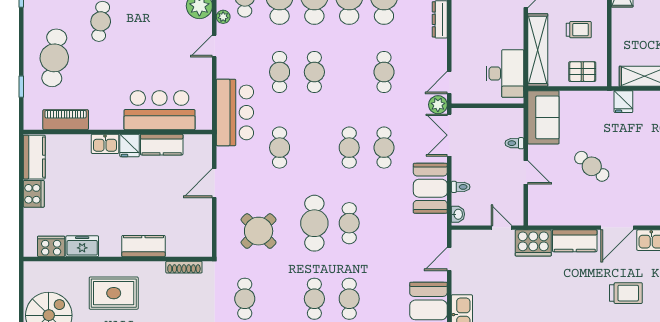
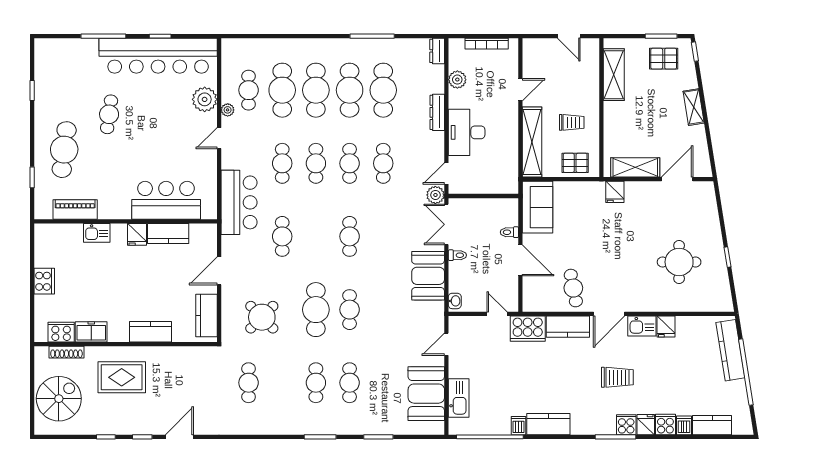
desk: (505, 74) -> (467, 132), moved, turned 180
kitchen sink: (105, 144) -> (97, 233), moved
cafe table: (384, 148) -> (350, 163), moved
kitchen counter: (34, 157) -> (206, 316), moved, turned 180
cafe table: (592, 166) -> (573, 288), moved, turned 40
door: (526, 172) -> (520, 260), width x1.38
toilet: (461, 187) -> (457, 255), moved
shoe rack: (184, 267) -> (66, 352), moved

